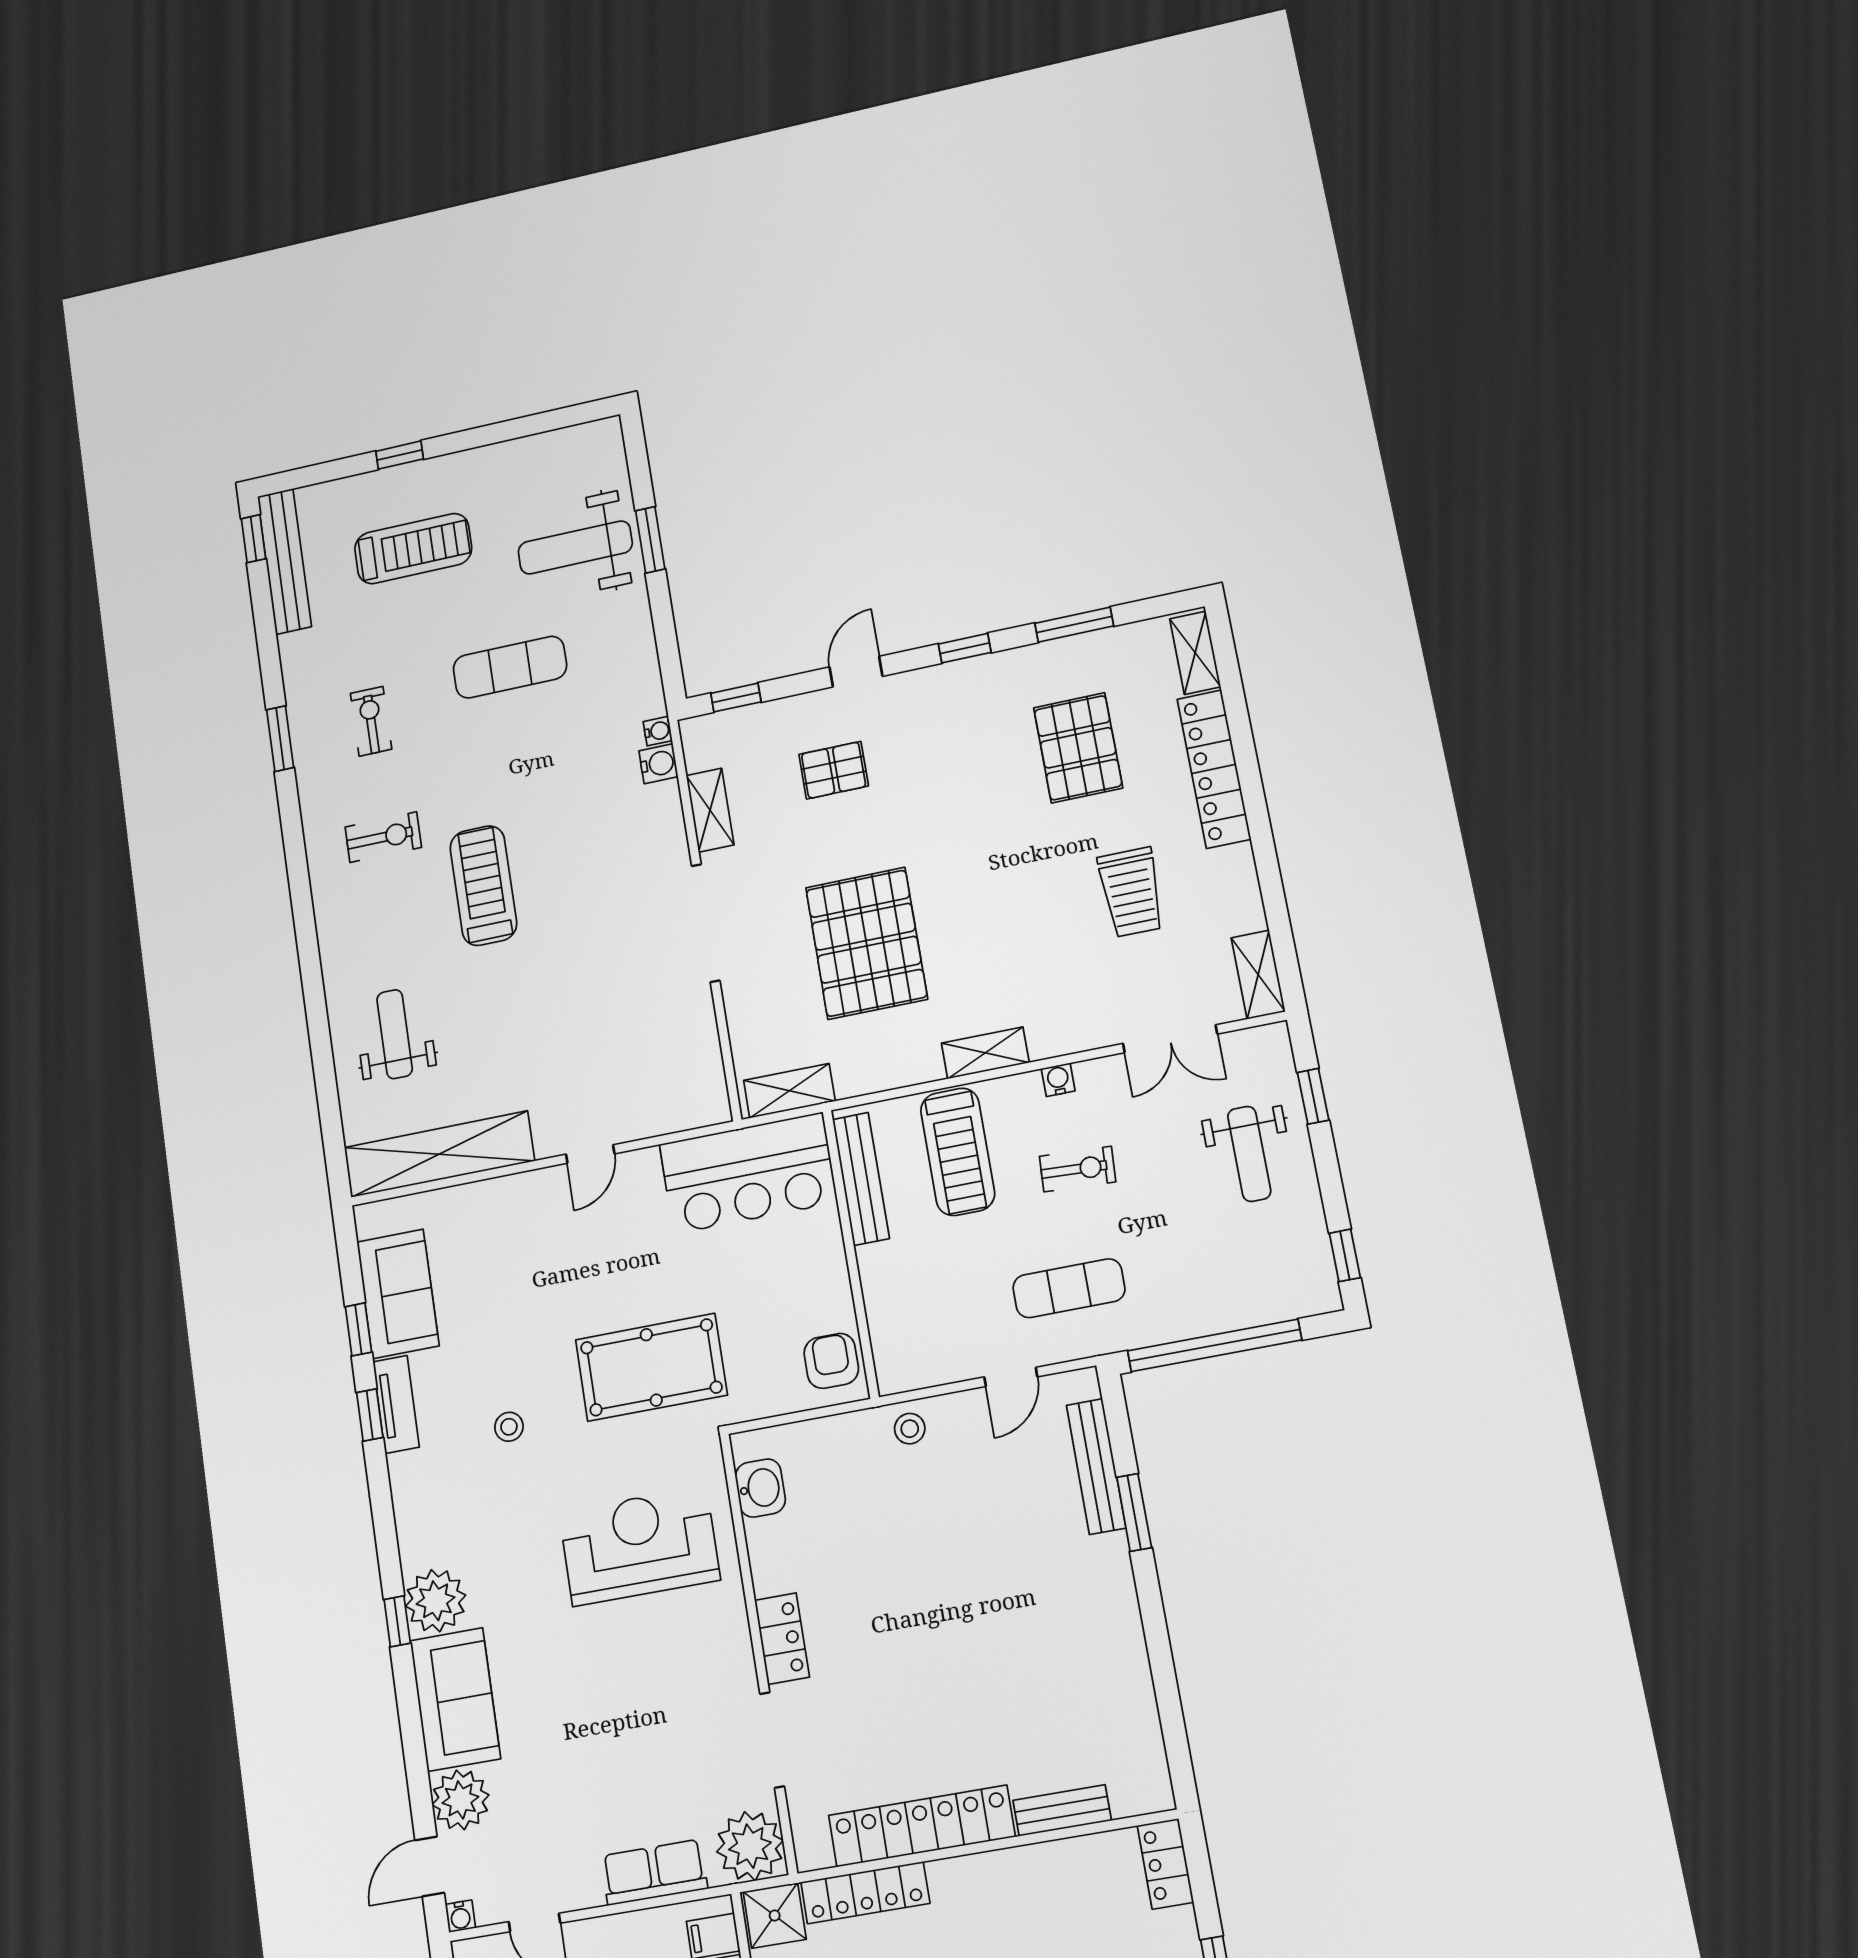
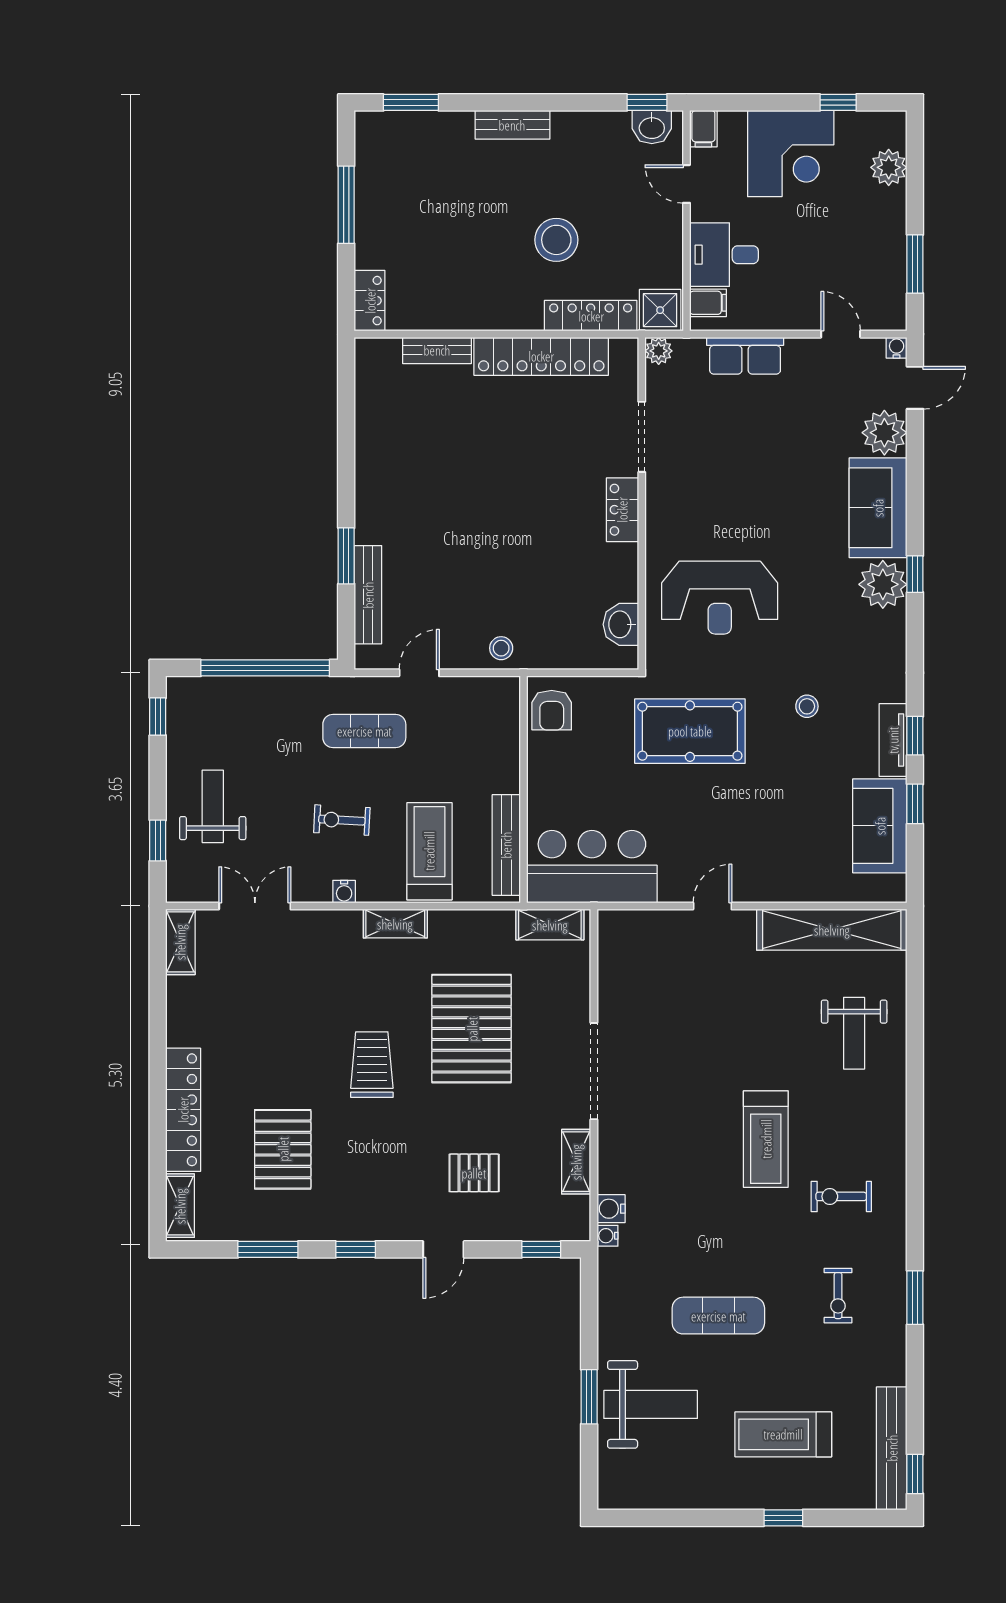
trolley: (1131, 892) -> (372, 1065), moved
plant: (750, 1846) -> (659, 351), width x0.53, depth x0.53

